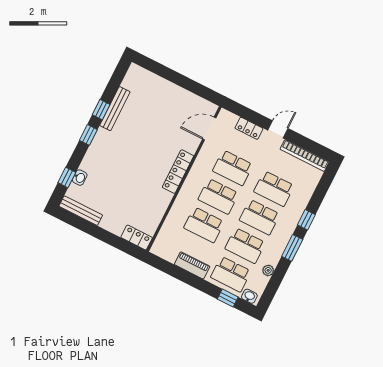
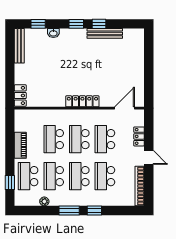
door: (209, 129) -> (125, 108), hinge flipped
washbasin: (80, 178) -> (53, 33), moved
washbasin: (249, 296) -> (19, 197), removed

